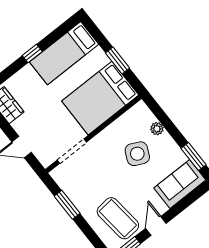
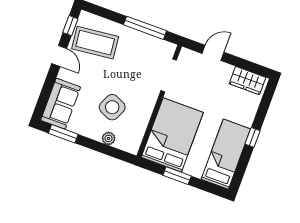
window: (67, 205) -> (145, 28), width x1.44

